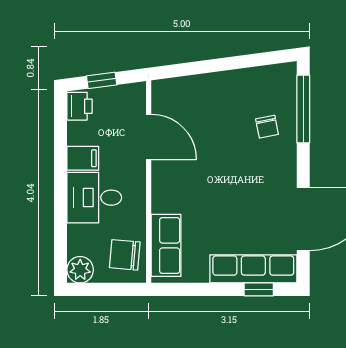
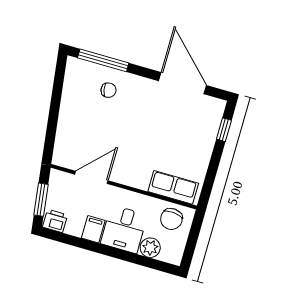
window: (102, 80) -> (41, 200), width x1.50
row of seats: (253, 269) -> (208, 129), removed
plant: (80, 270) -> (150, 248), moved

